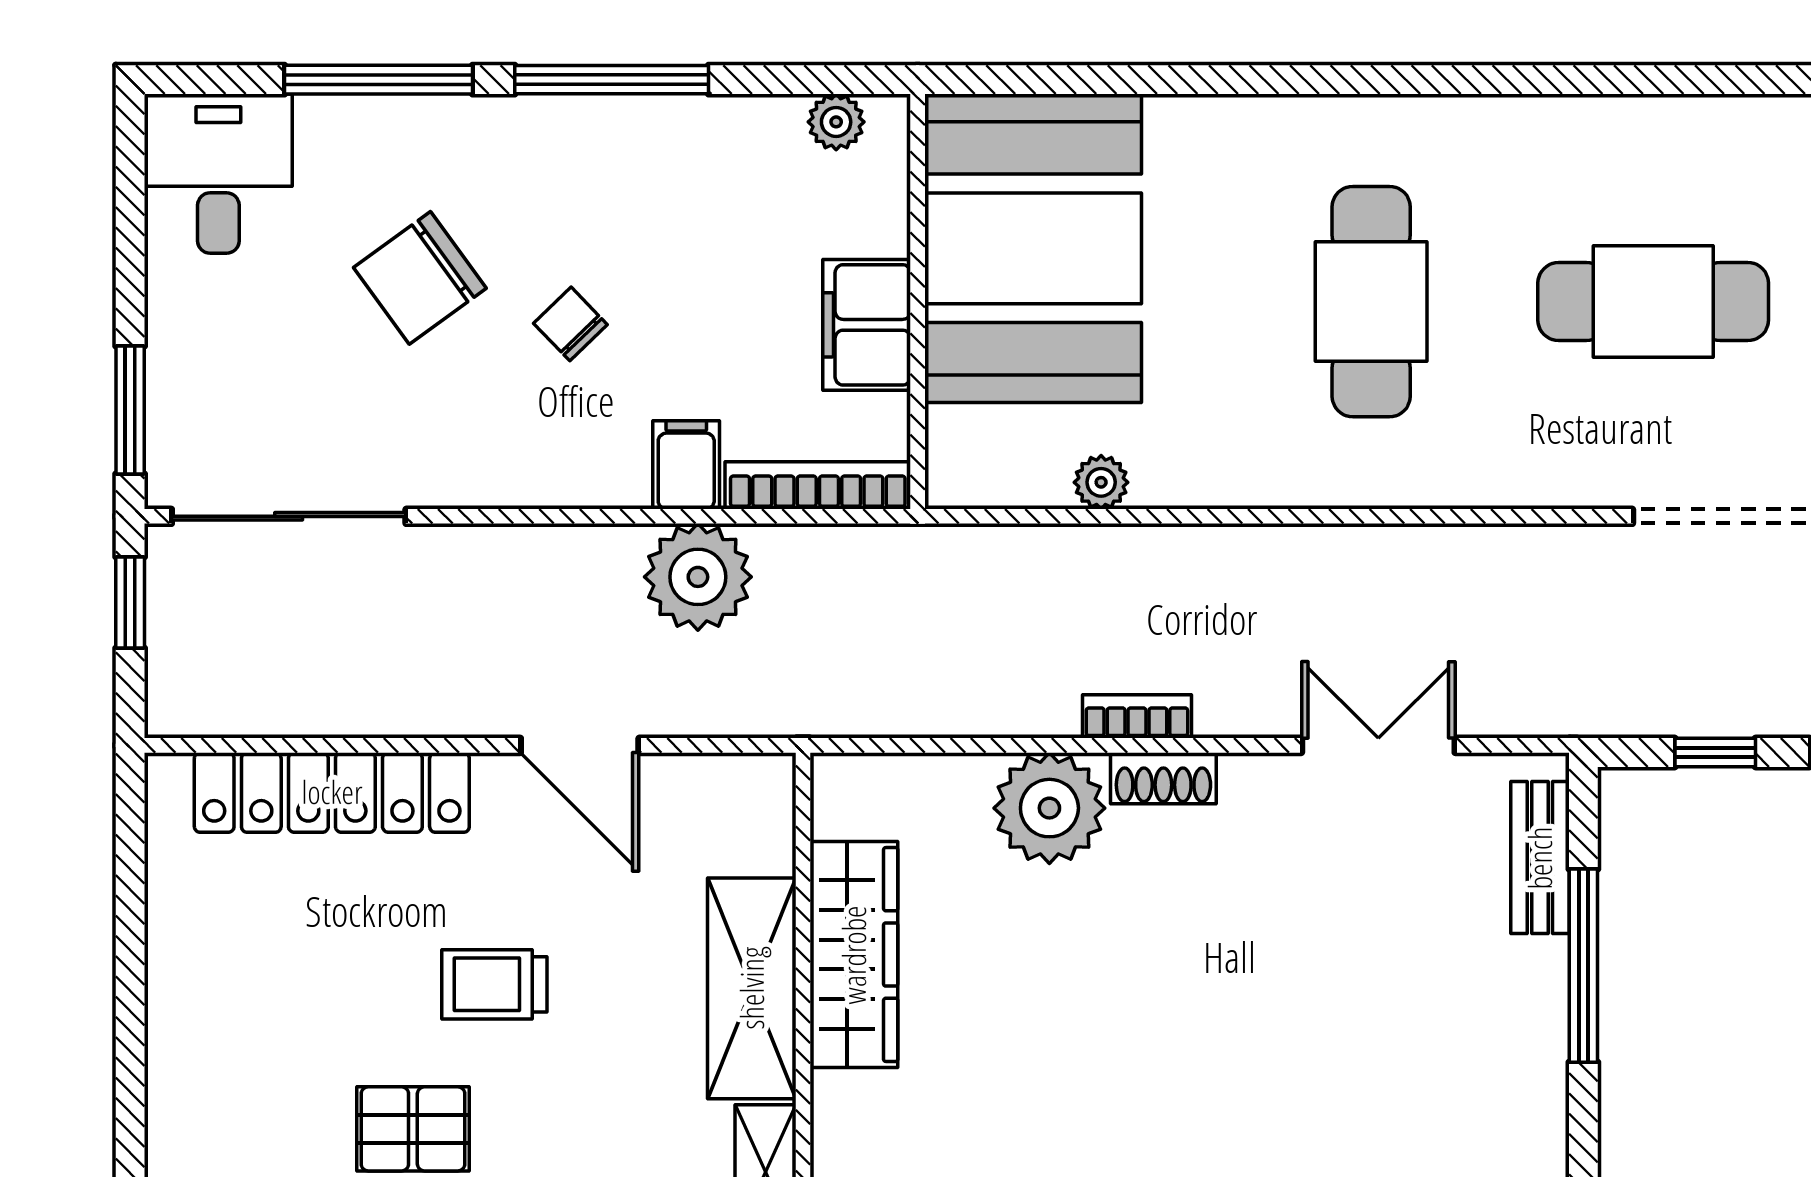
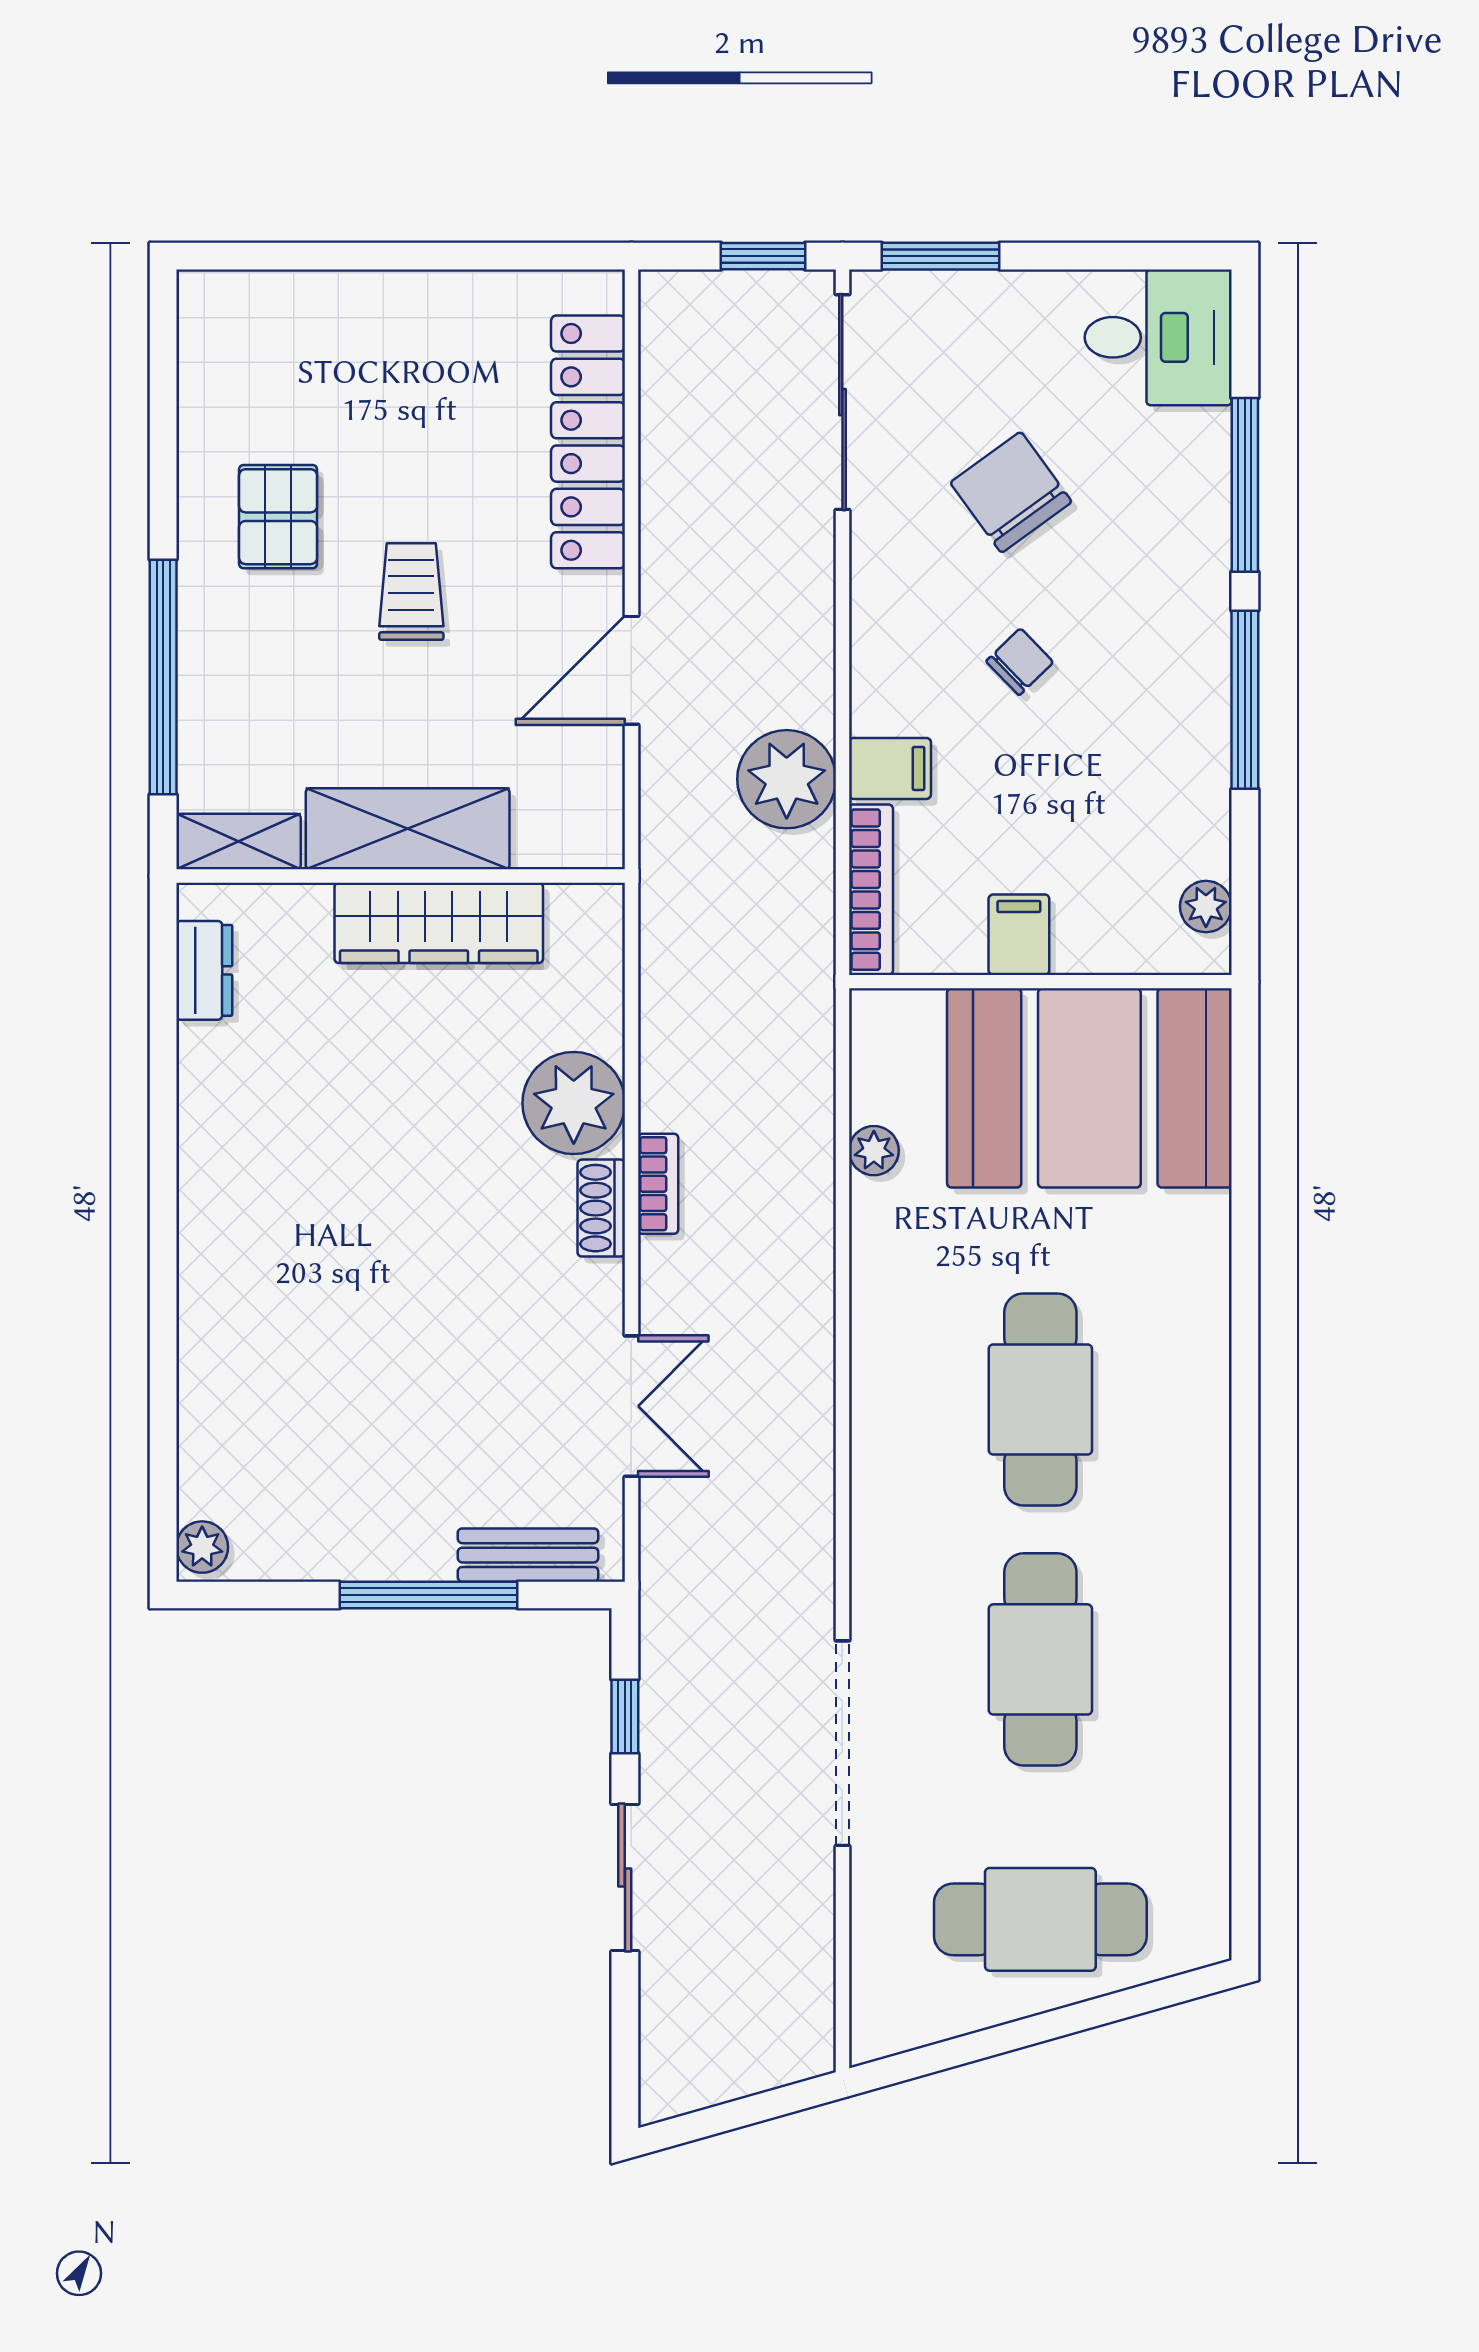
chair: (420, 278) -> (1011, 492), moved
cafe table: (1371, 302) -> (1040, 1399), turned 90
filing cabinet: (867, 325) -> (1019, 935), width x0.50

